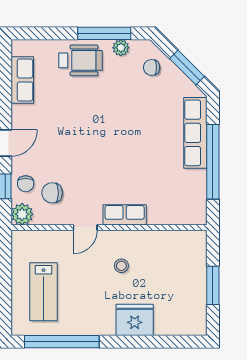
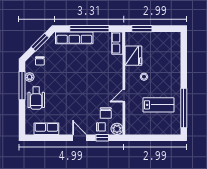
wheelchair: (81, 60) -> (36, 98), turned 180
row of seats: (125, 215) -> (117, 43), moved
door: (85, 228) -> (124, 96), swing flipped
window: (213, 285) -> (142, 29), moved
lab bench: (44, 292) -> (159, 105), moved
fridge: (135, 320) -> (133, 56), moved, turned 180

